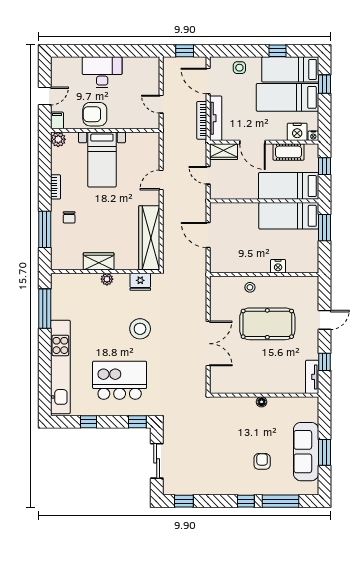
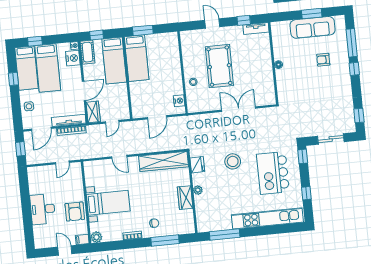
cot: (288, 152) -> (87, 52), moved
nightstand: (278, 266) -> (179, 101), moved

